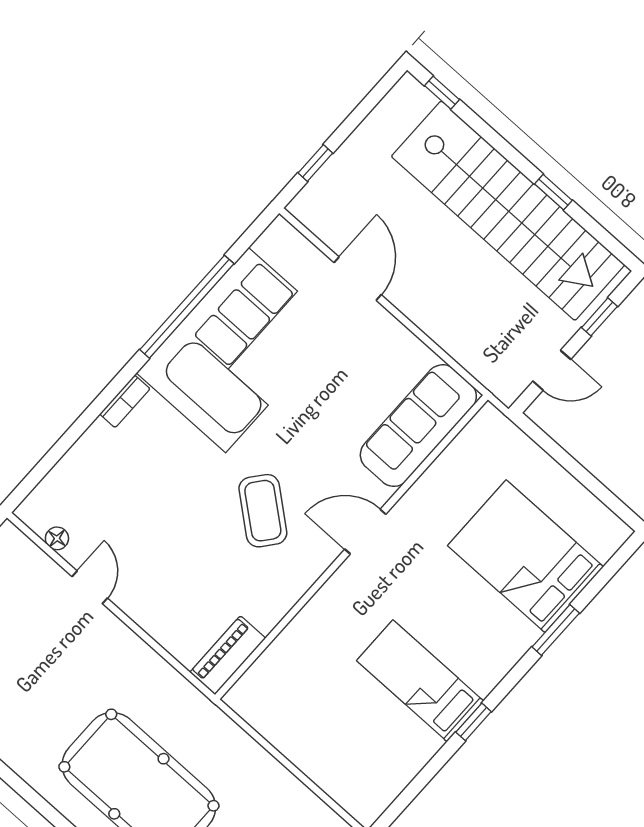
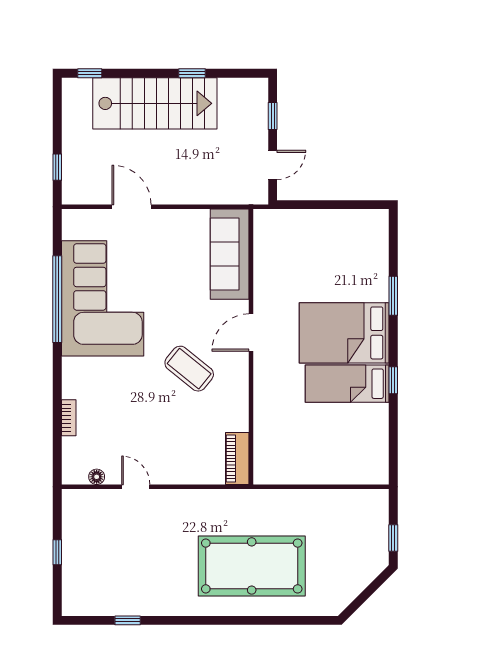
stairs: (508, 211) -> (155, 103), width x0.73
bookcase: (125, 401) -> (69, 418), moved
bed: (526, 556) -> (344, 333), moved

